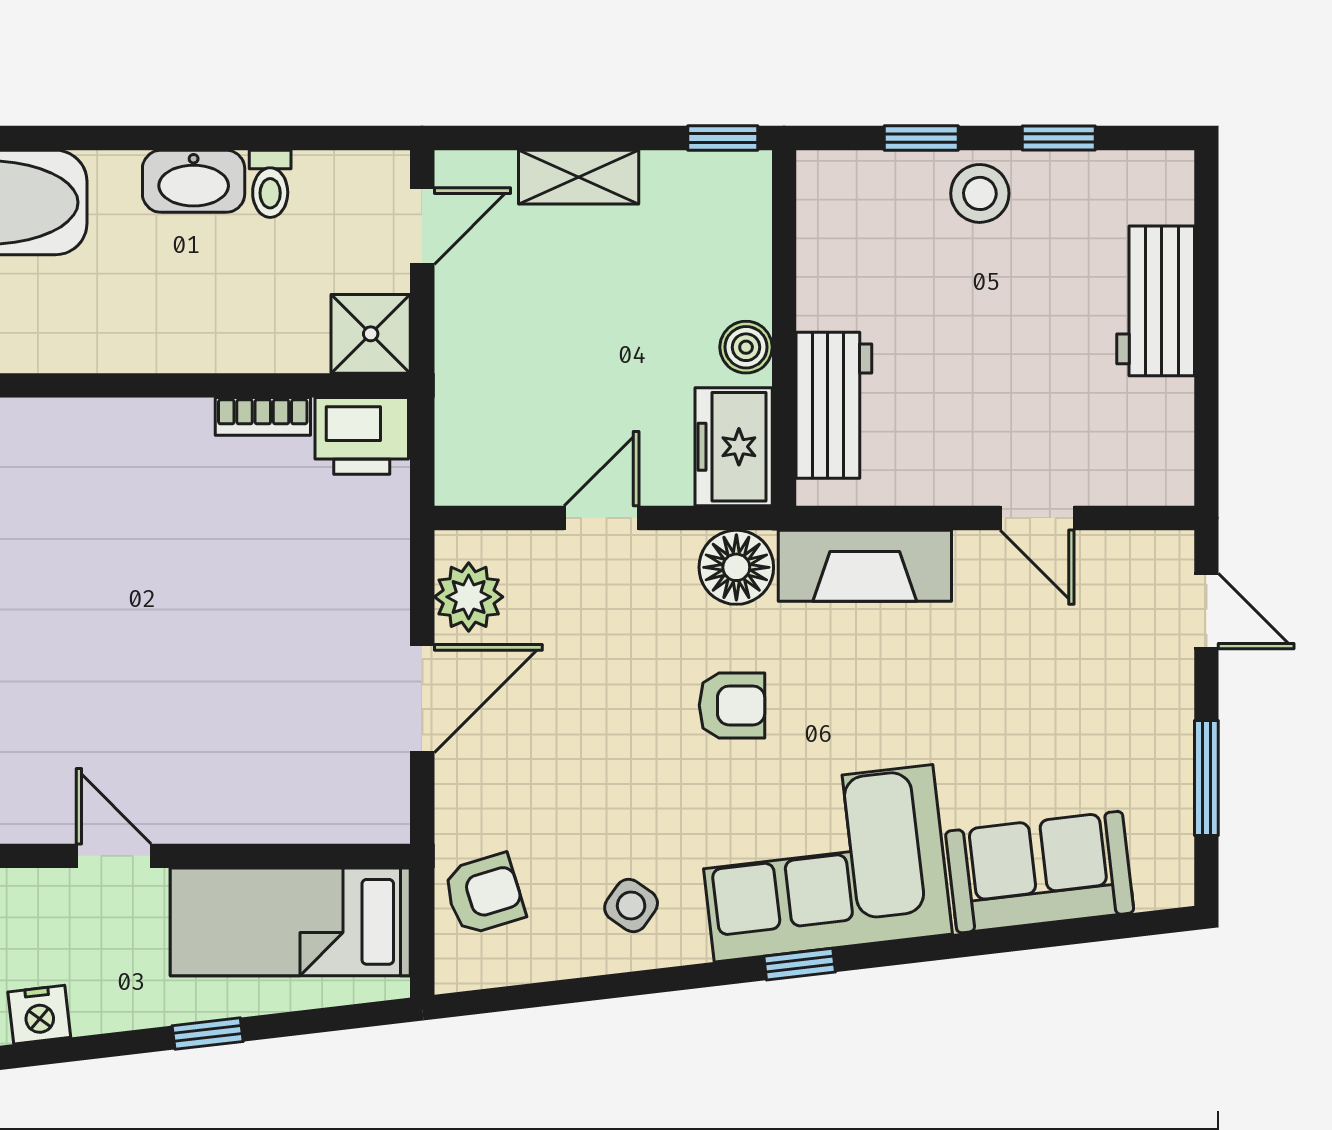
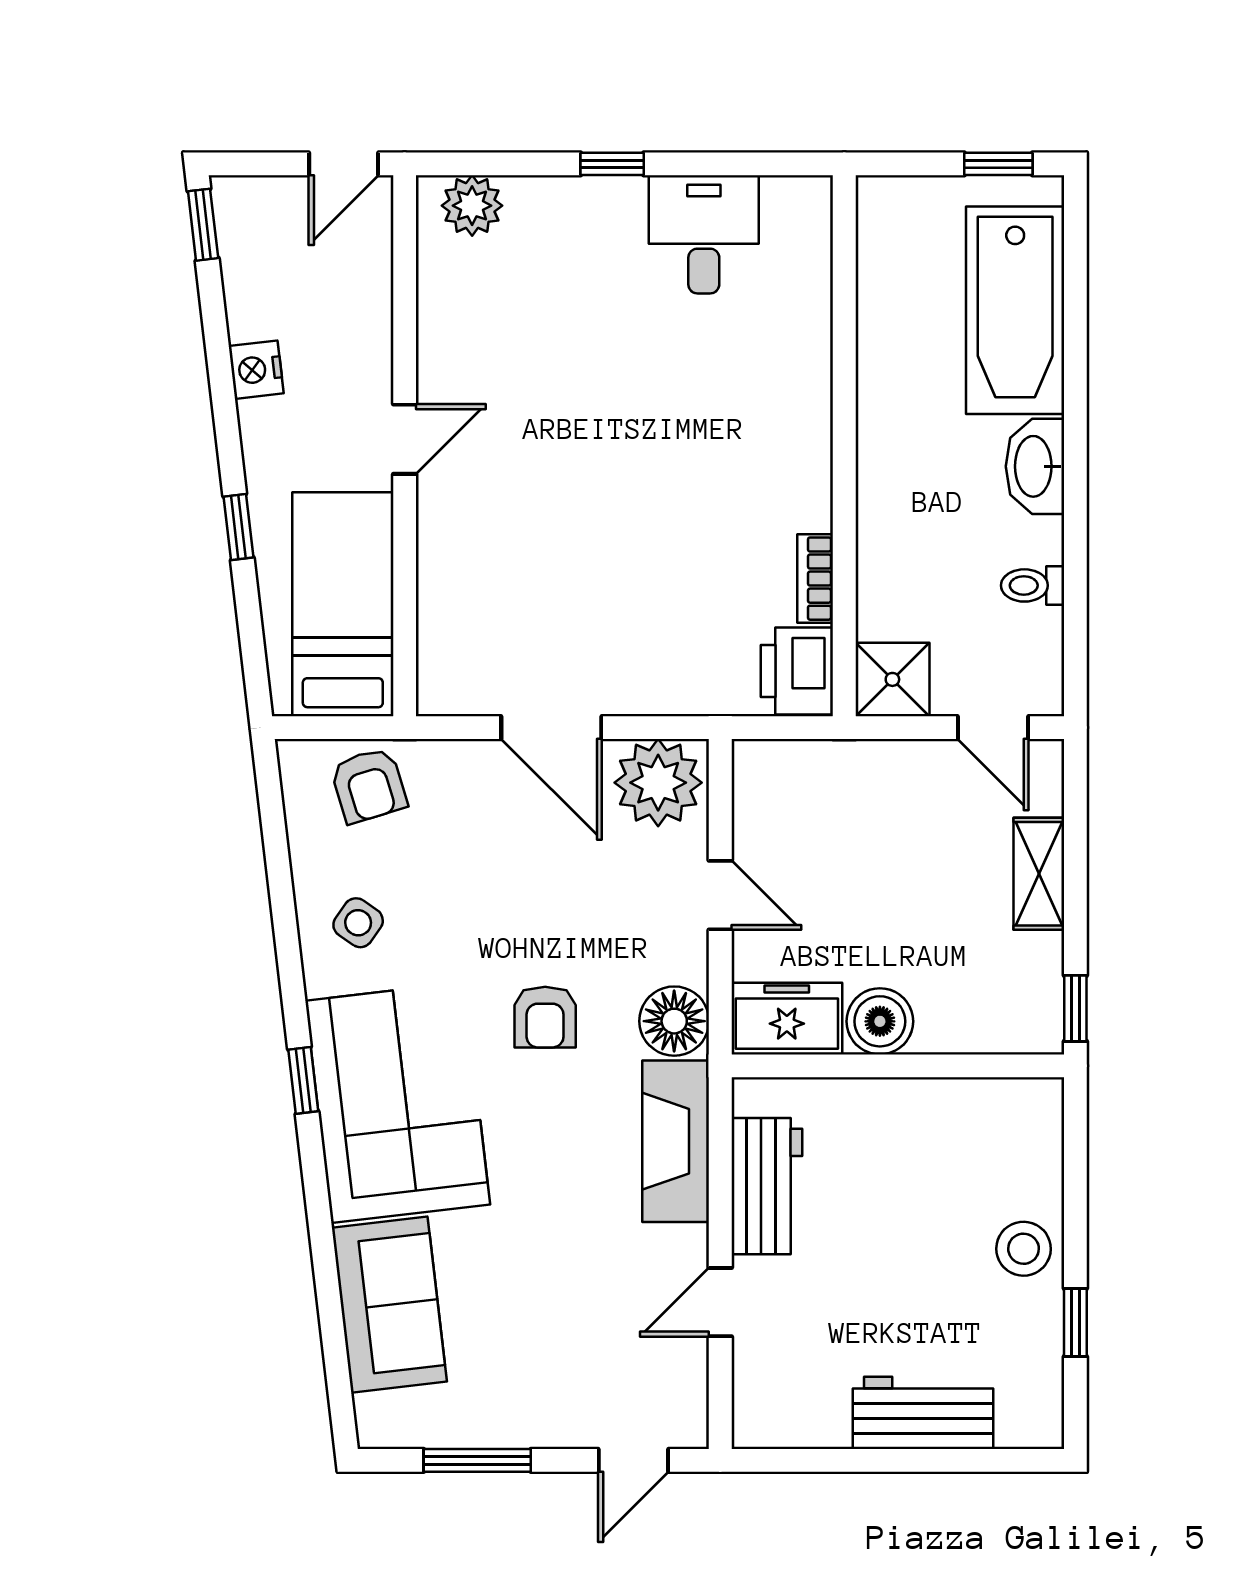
window: (921, 138) -> (1075, 1194), removed
washbasin: (194, 181) -> (1035, 466), moved
boiler: (746, 347) -> (880, 1021), width x1.36, depth x1.36
workbench: (834, 405) -> (767, 1186), moved, turned -90
plant: (469, 597) -> (658, 783), width x1.36, depth x1.36

